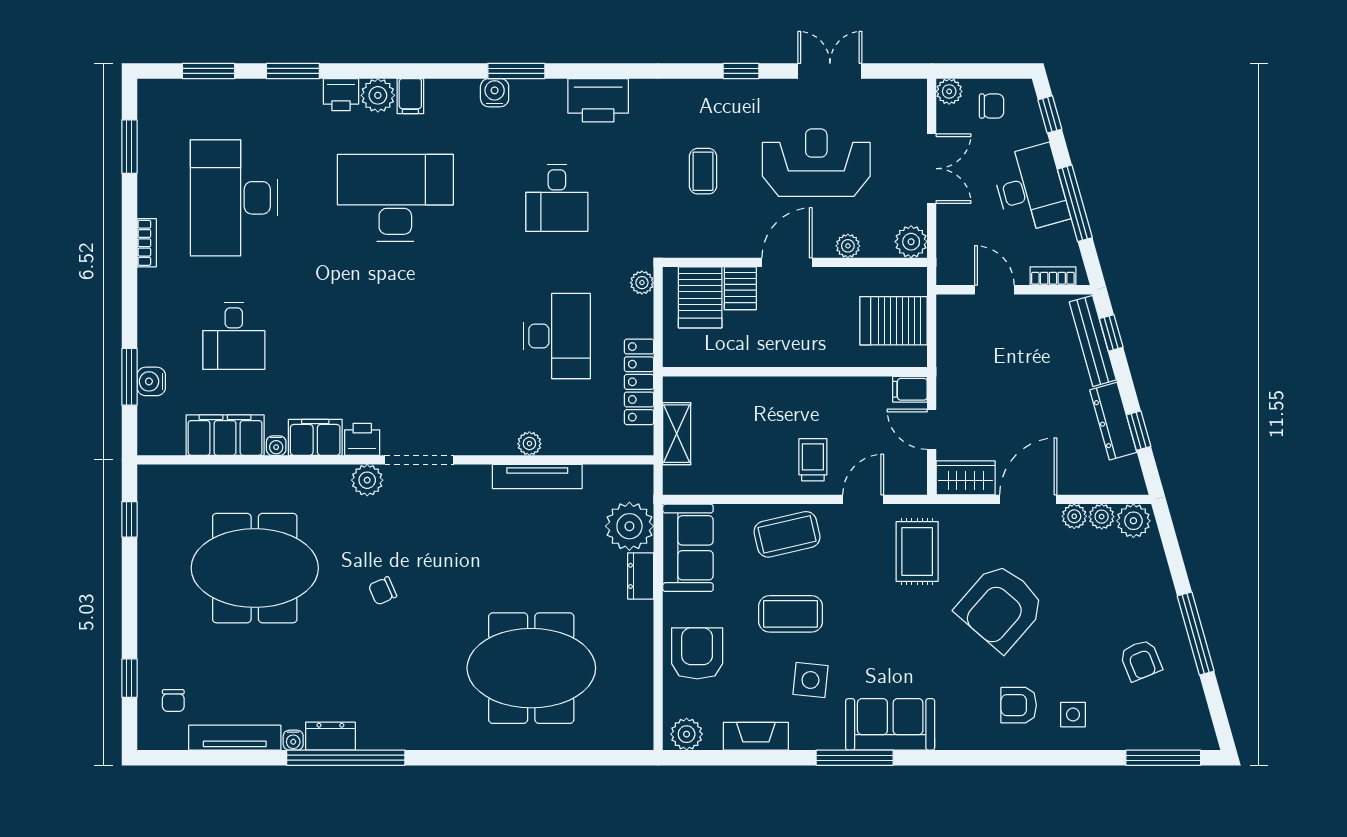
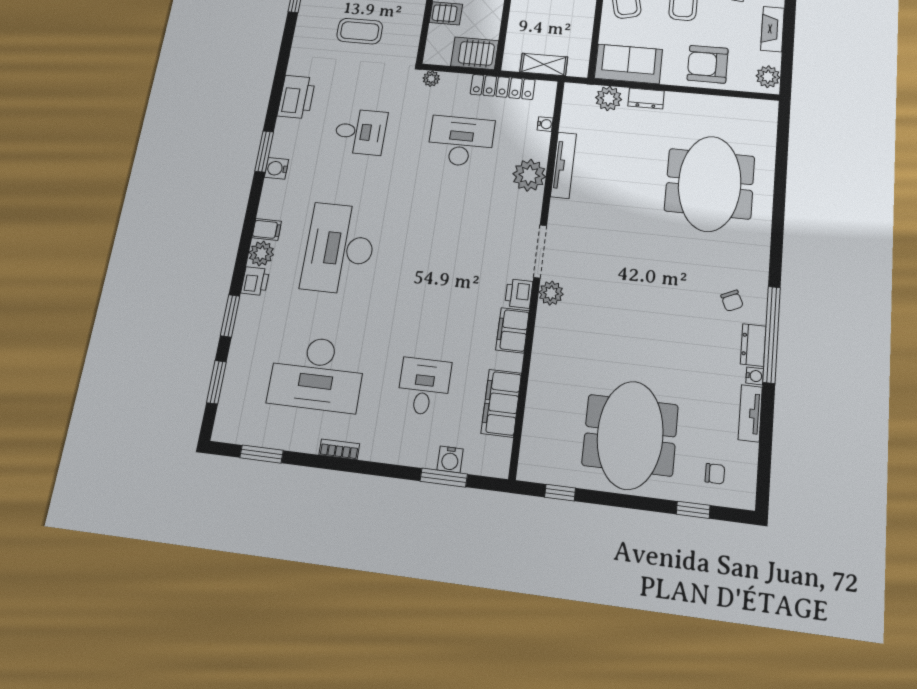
coffee table: (703, 171) -> (360, 31), width x1.36, depth x1.30
server rack: (700, 297) -> (475, 53), moved, turned 180
desk: (234, 336) -> (424, 386), turned -90
plant: (529, 444) -> (529, 175), width x1.88, depth x1.88
water cooler: (276, 446) -> (545, 124), moved
plant: (629, 526) -> (609, 98), width x0.73, depth x0.73
meeting table: (255, 568) -> (630, 435), moved
chair: (383, 591) -> (732, 301), moved
tv unit: (235, 738) -> (750, 413), width x0.71

